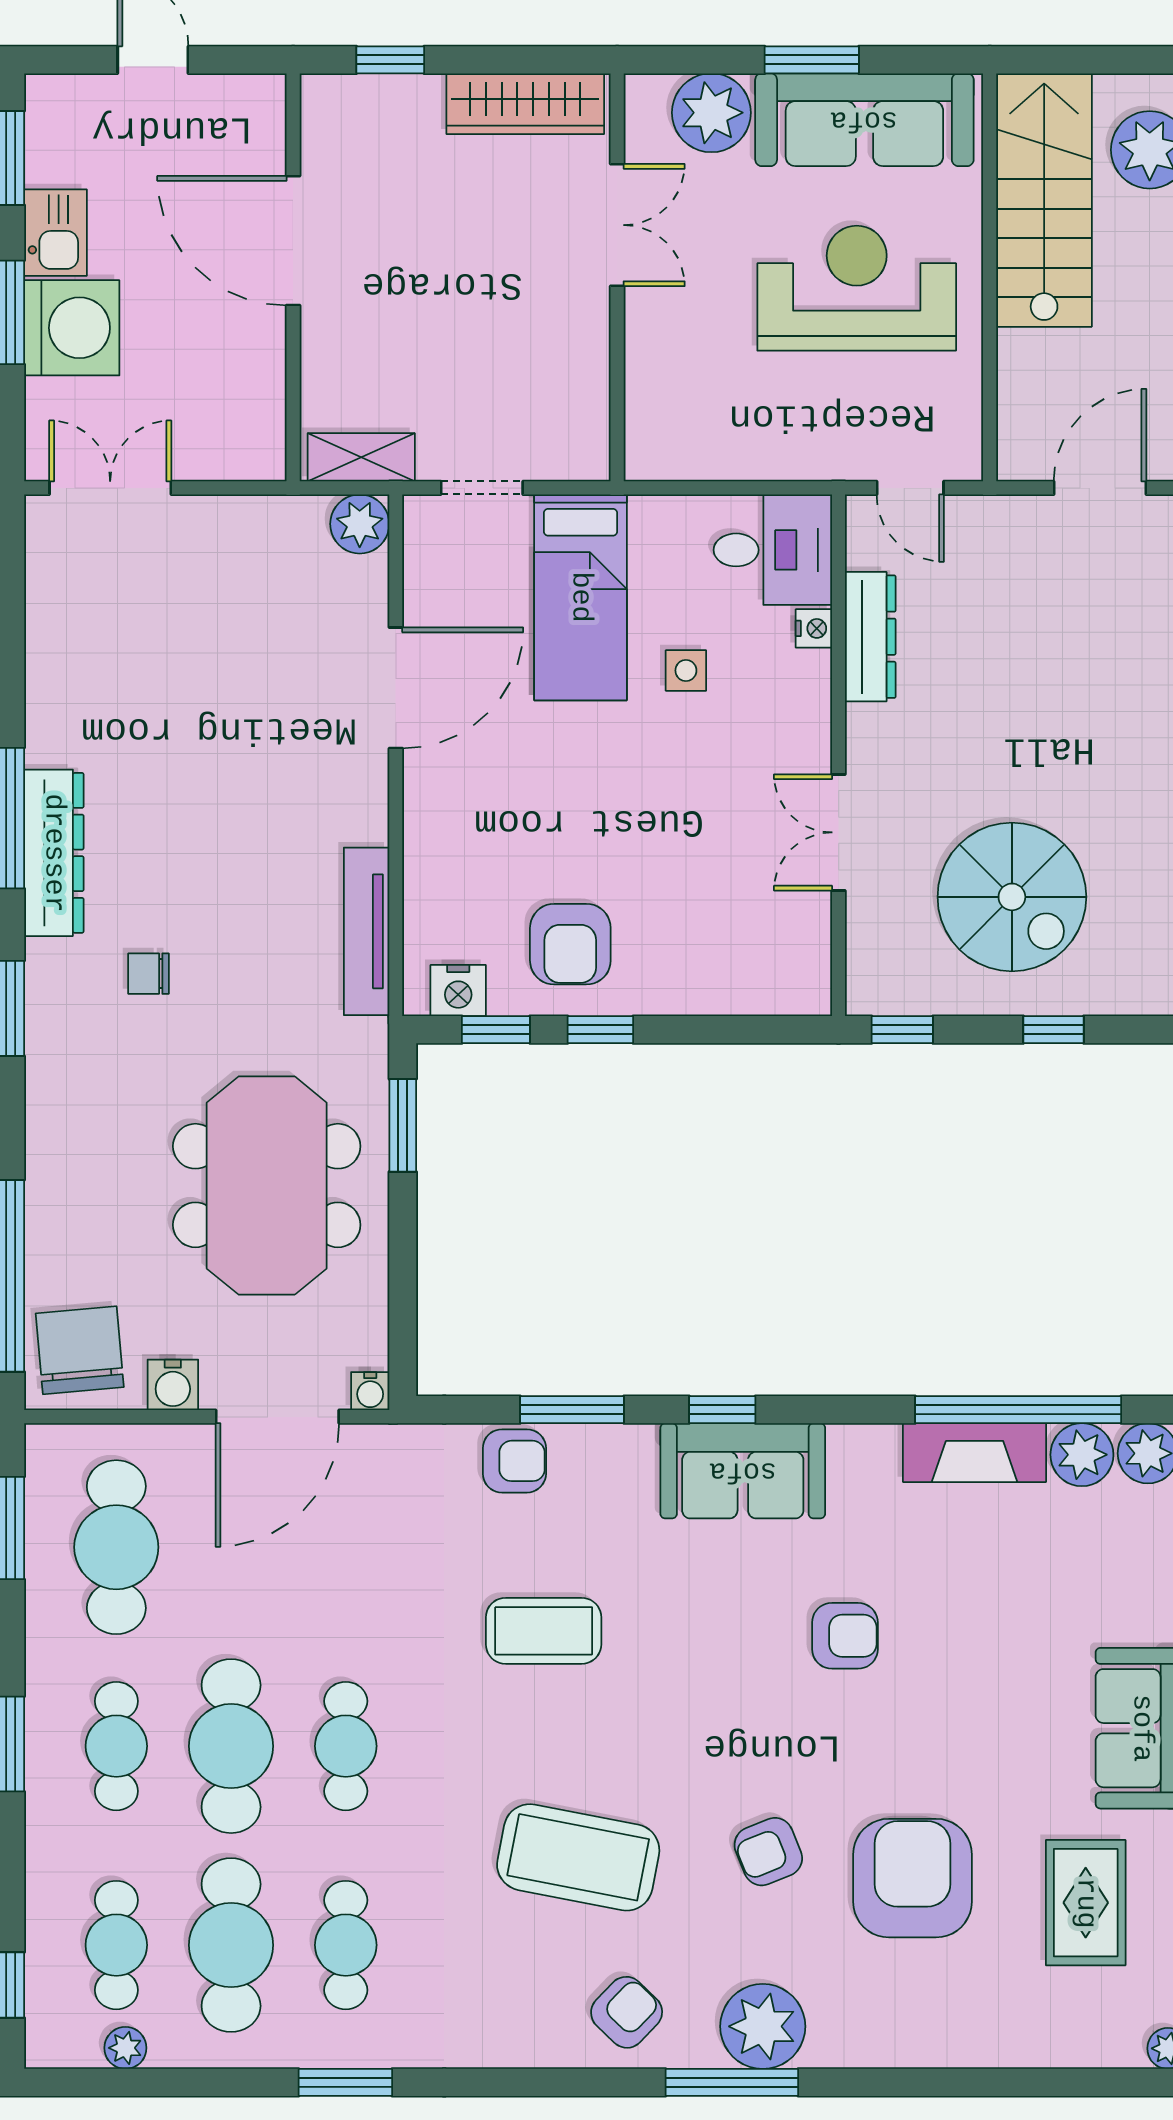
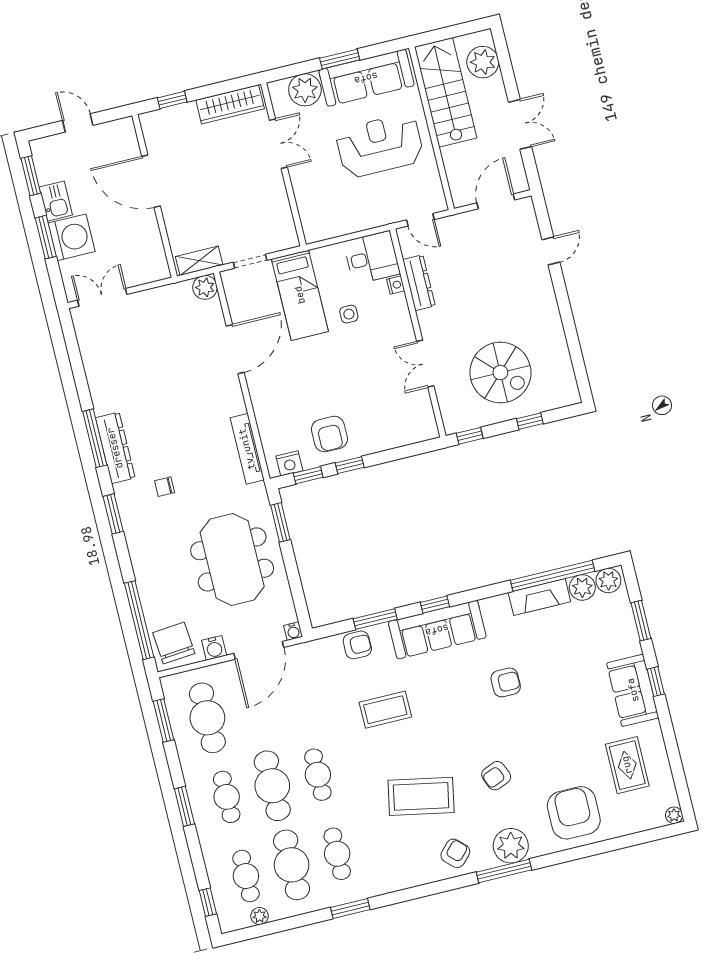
sofa: (743, 1471) -> (437, 630), width x1.36
armchair: (912, 1878) -> (574, 813), moved

